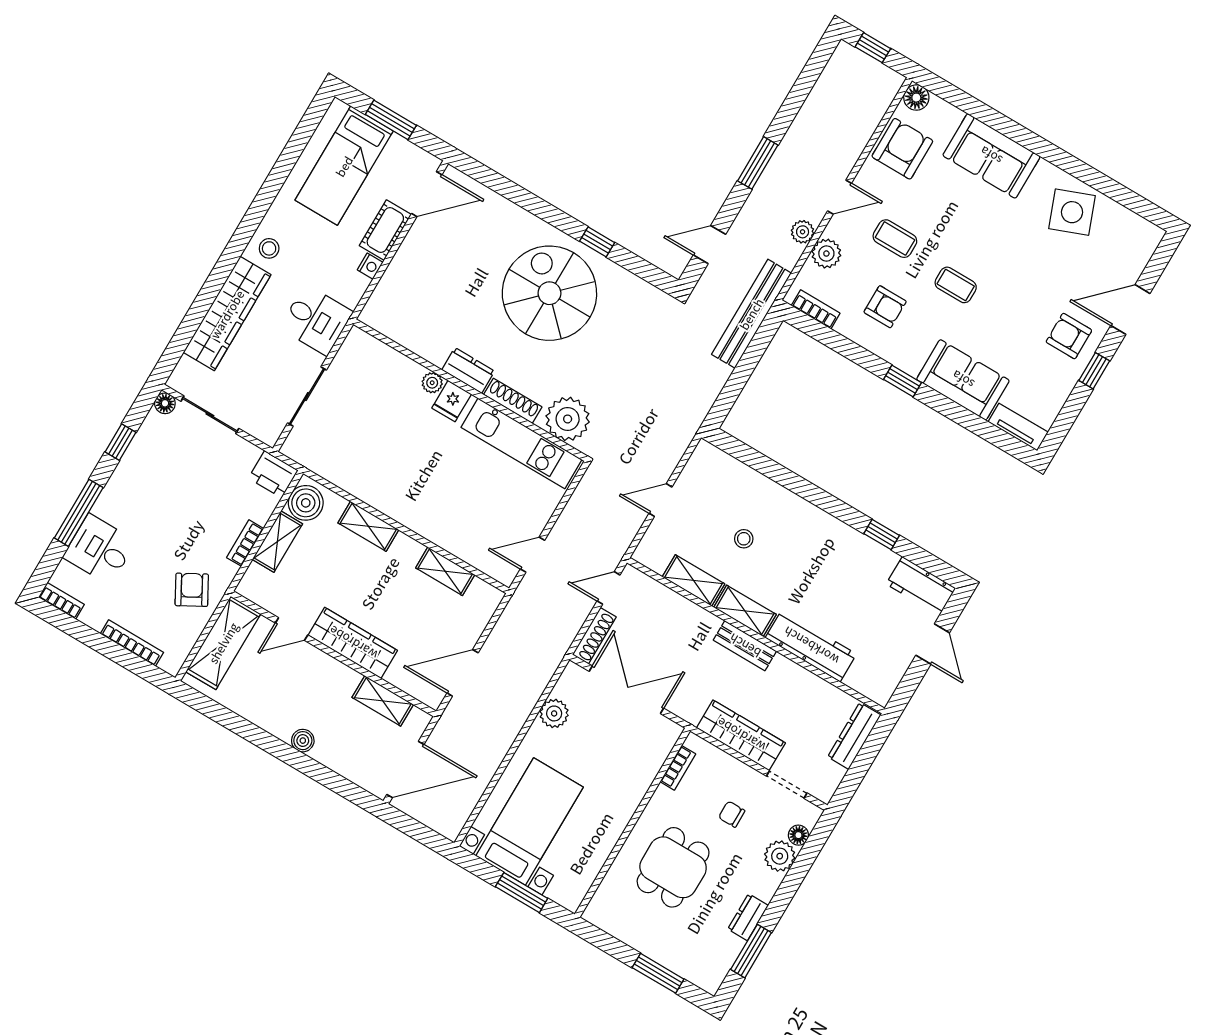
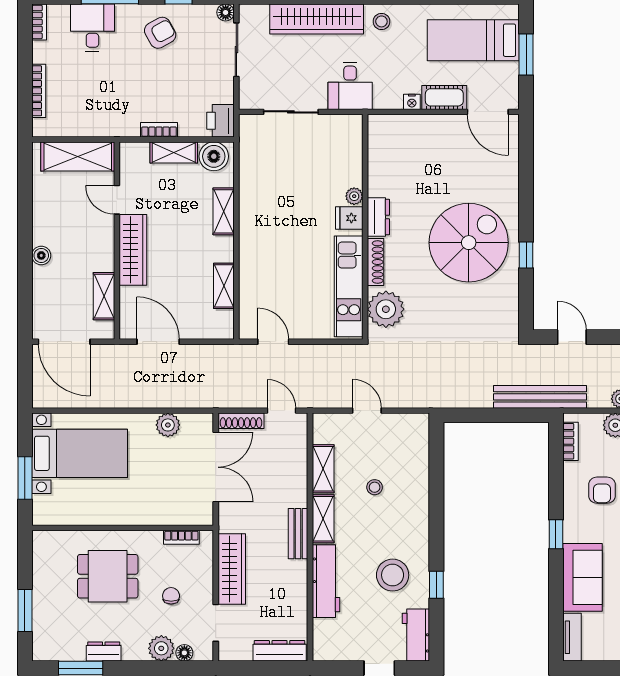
stool: (845, 574) -> (393, 575), added
armchair: (192, 590) -> (160, 33), moved

